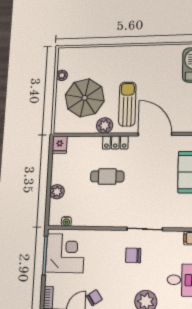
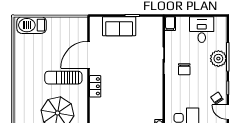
plant: (105, 125) -> (81, 96), removed
cafe table: (107, 176) -> (123, 92), removed

